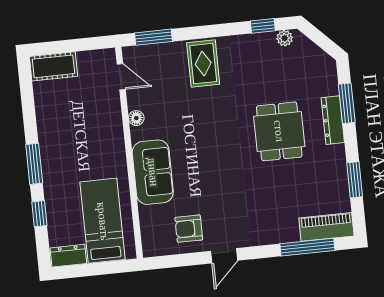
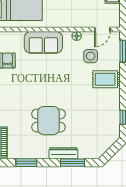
plant: (285, 38) -> (115, 129), removed
side table: (167, 92) -> (91, 56), added
dining table: (279, 131) -> (48, 121), moved

